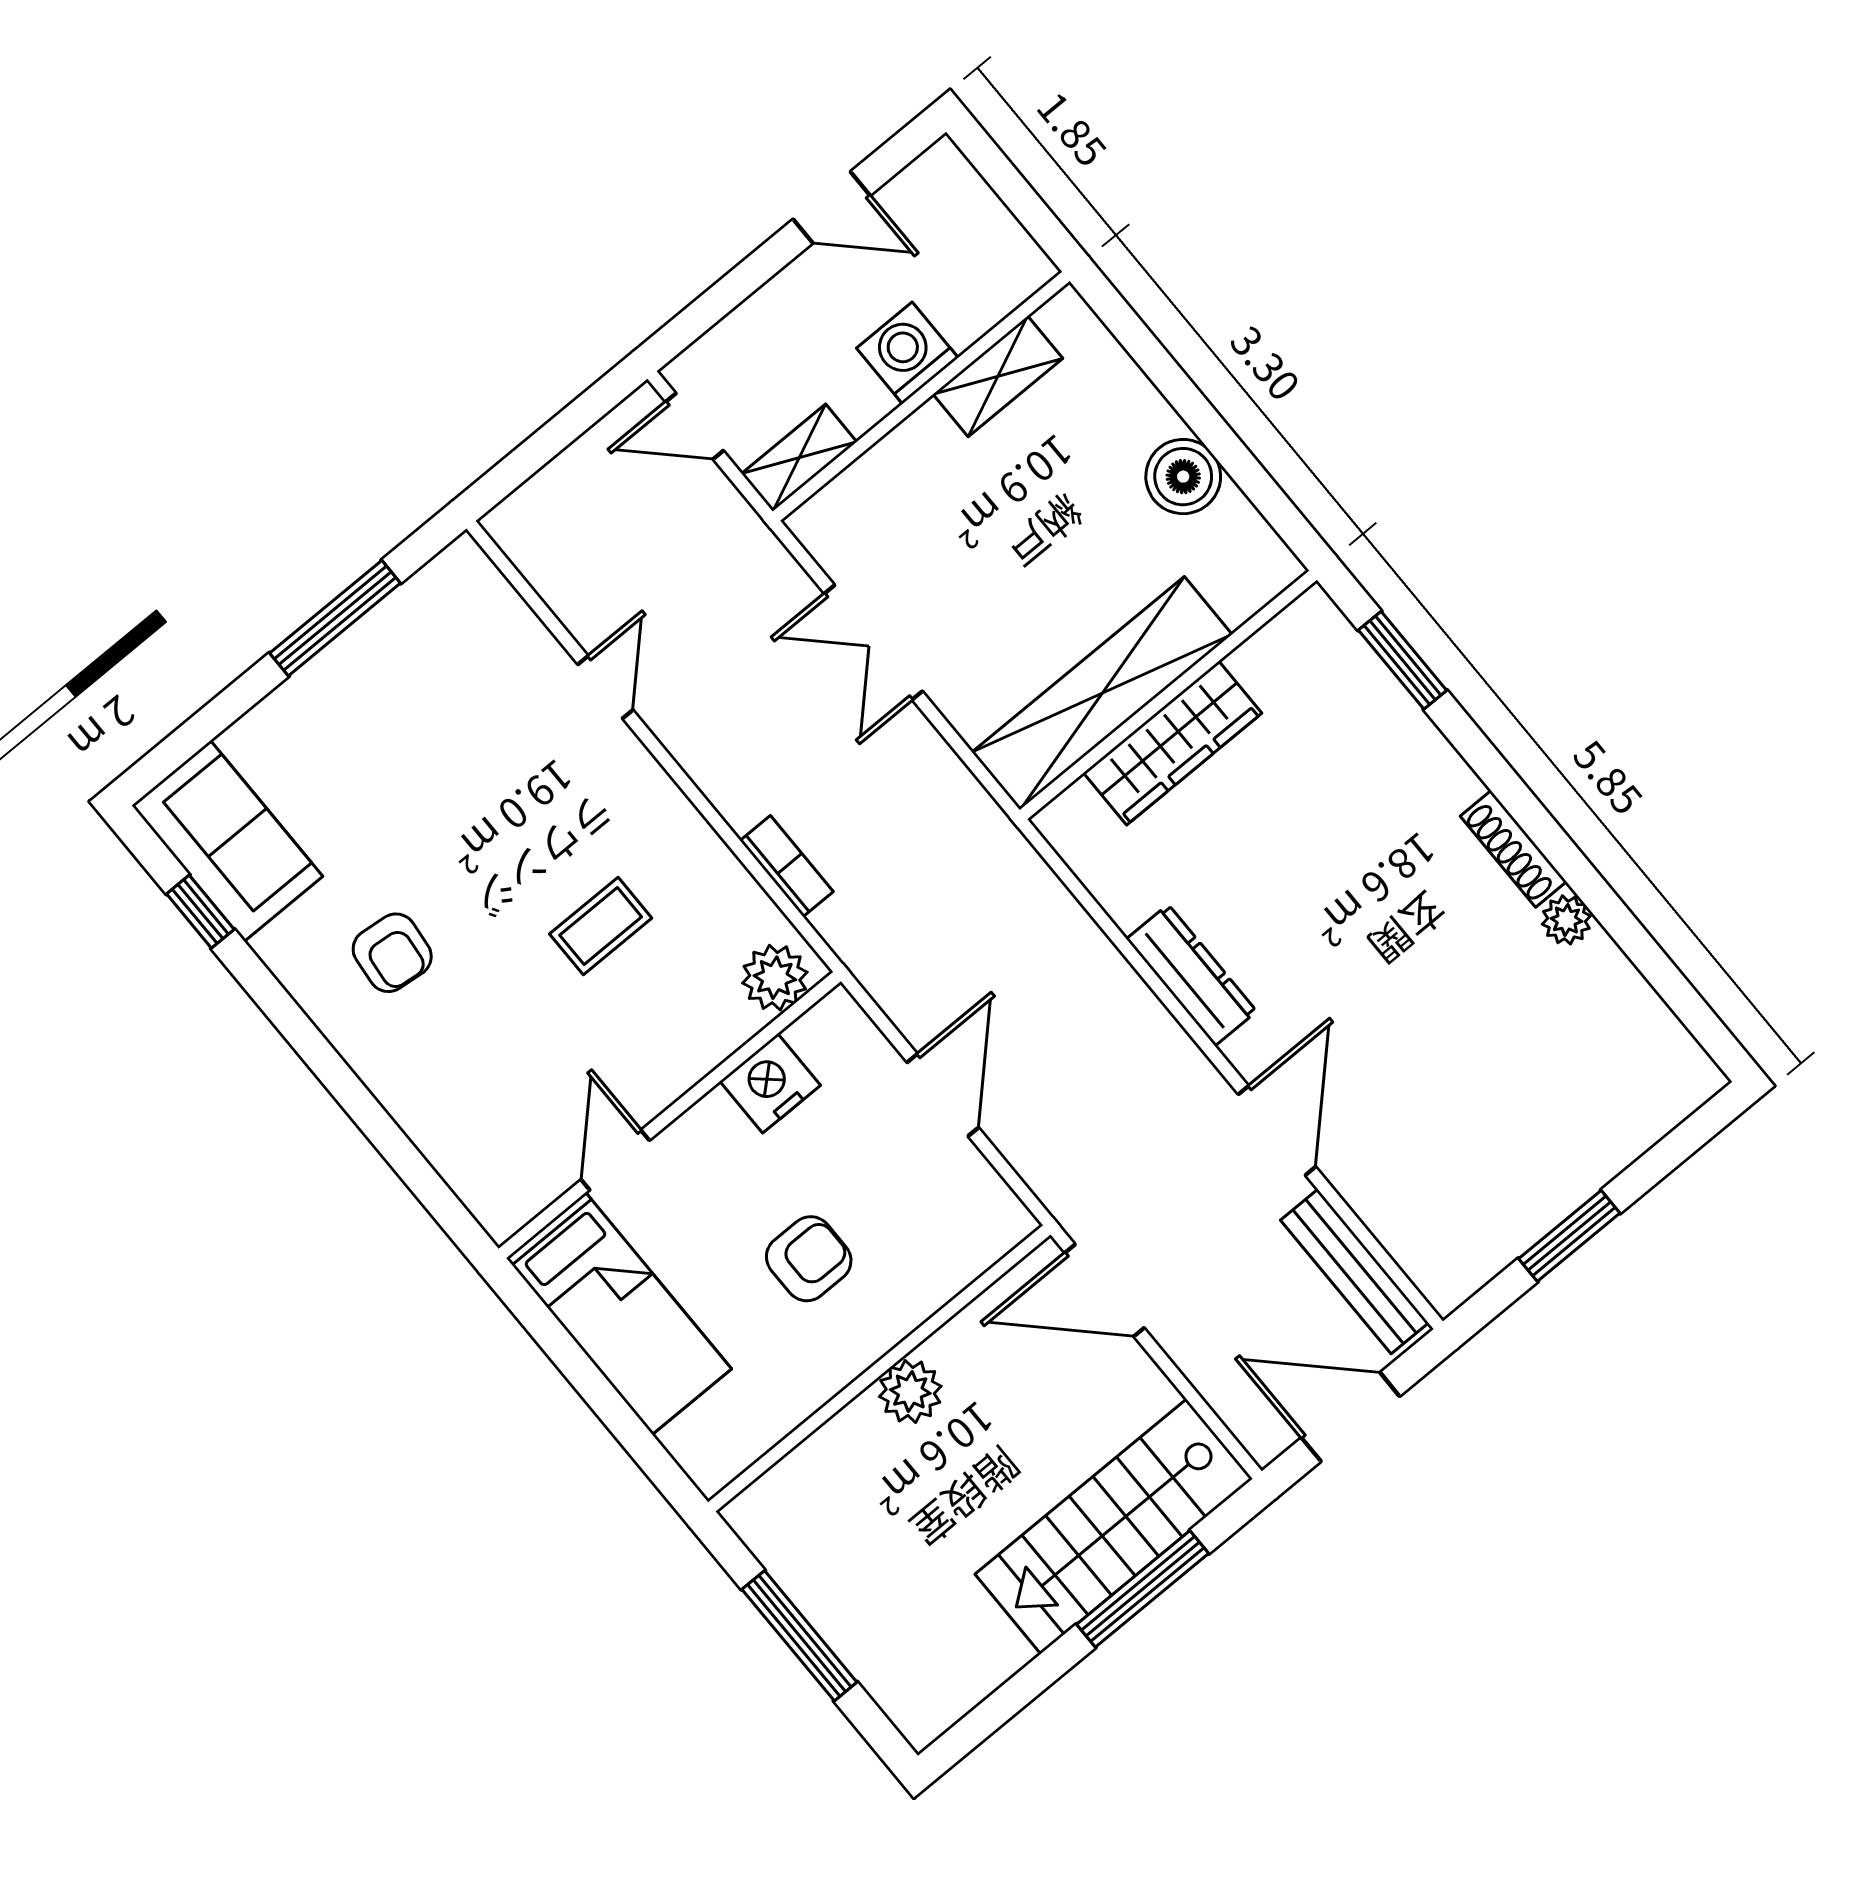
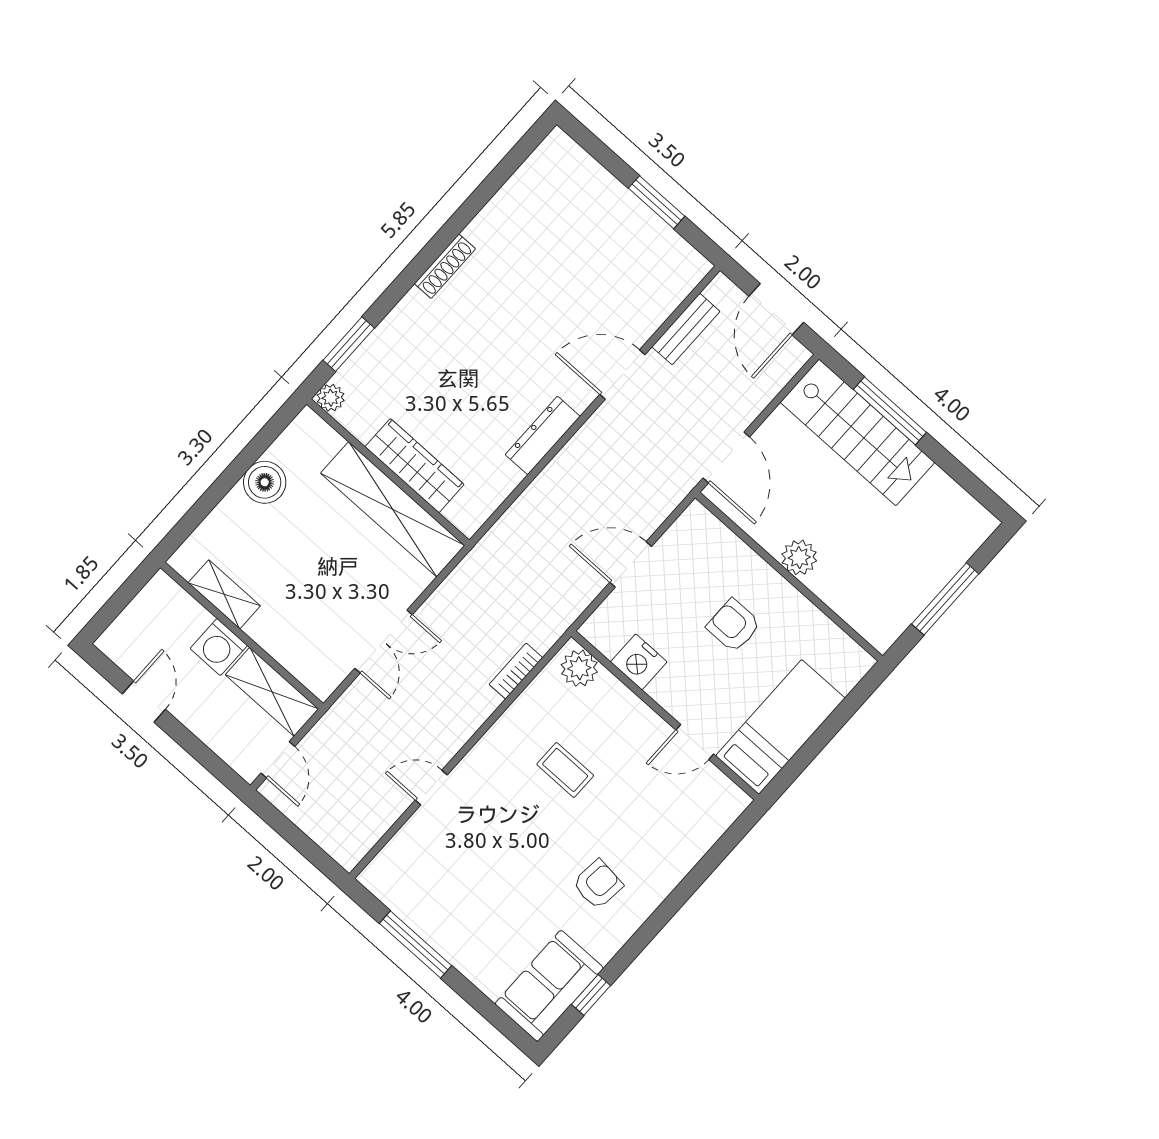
shelving: (799, 458) -> (272, 692), width x1.50, depth x1.33
plant: (1566, 920) -> (331, 398), moved
bench: (1355, 1272) -> (686, 329), width x0.73

